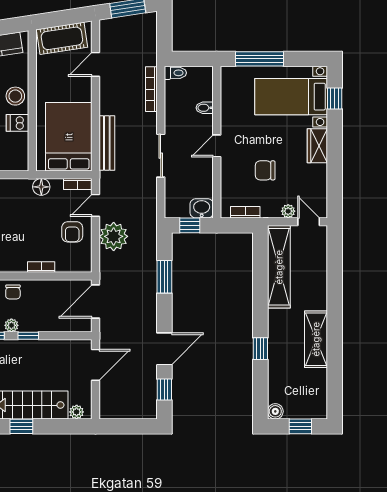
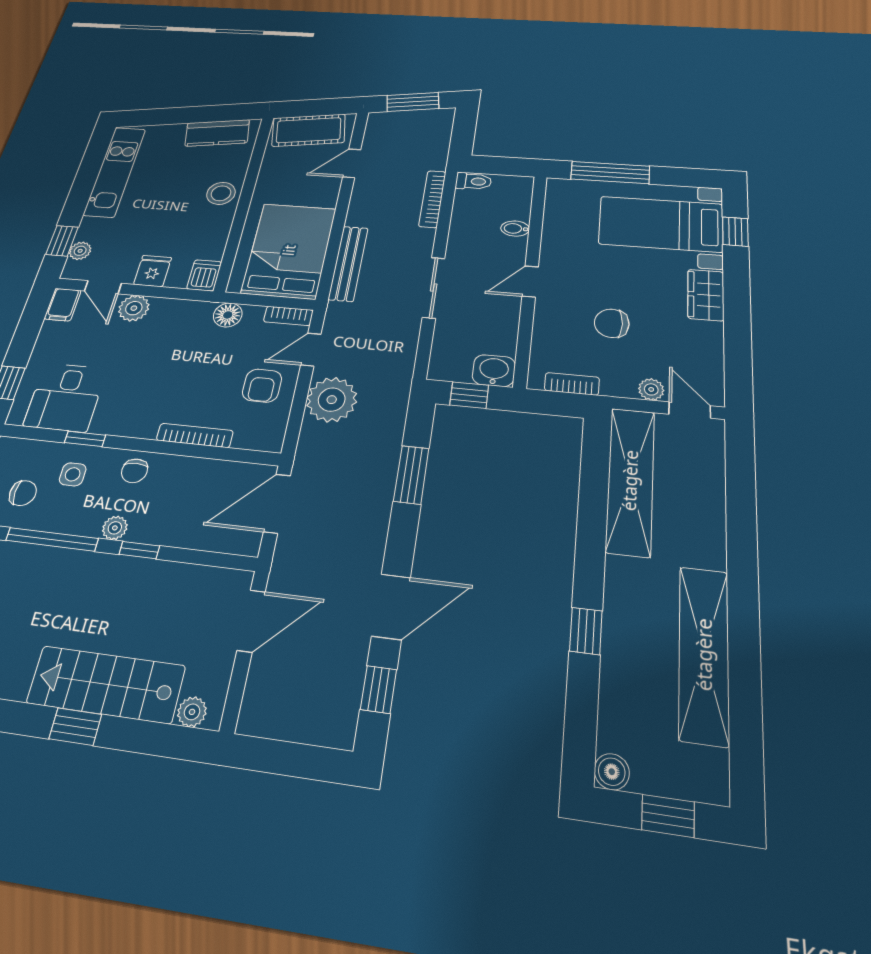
dishwasher: (18, 123) -> (204, 275), moved, turned 90
bookcase: (41, 267) -> (195, 435), width x1.56
shelving: (316, 339) -> (704, 654), width x1.47

